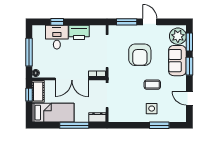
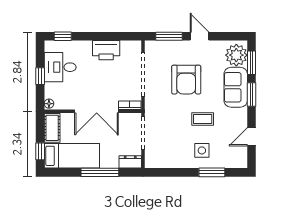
window: (57, 22) -> (63, 36), moved
desk: (57, 37) -> (60, 67), moved, turned -90
window: (29, 52) -> (40, 76), width x0.46
window: (29, 95) -> (40, 151), moved
door: (189, 98) -> (251, 137), hinge flipped

